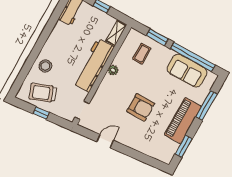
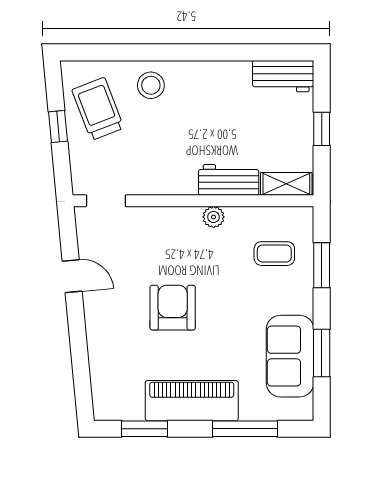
window: (193, 57) -> (322, 353), width x0.47
workbench: (93, 65) -> (229, 180), width x0.53, depth x0.76
armchair: (141, 107) -> (173, 308), turned 180

